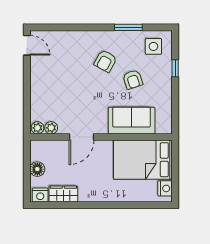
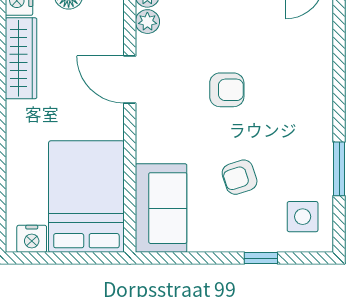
armchair: (105, 61) -> (227, 90), moved, turned 151
sofa: (132, 121) -> (161, 208), moved
wardrobe: (63, 194) -> (21, 58), width x1.50

